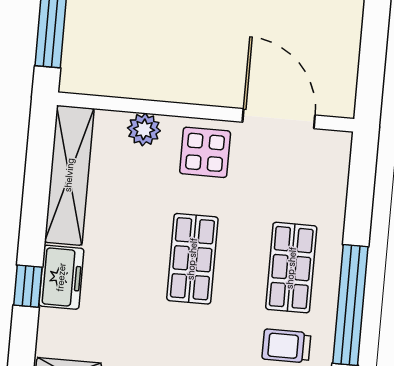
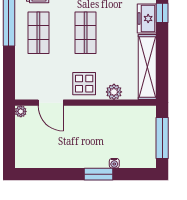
plant: (343, 106) -> (21, 111), added
door: (279, 119) -> (51, 103), width x0.73

